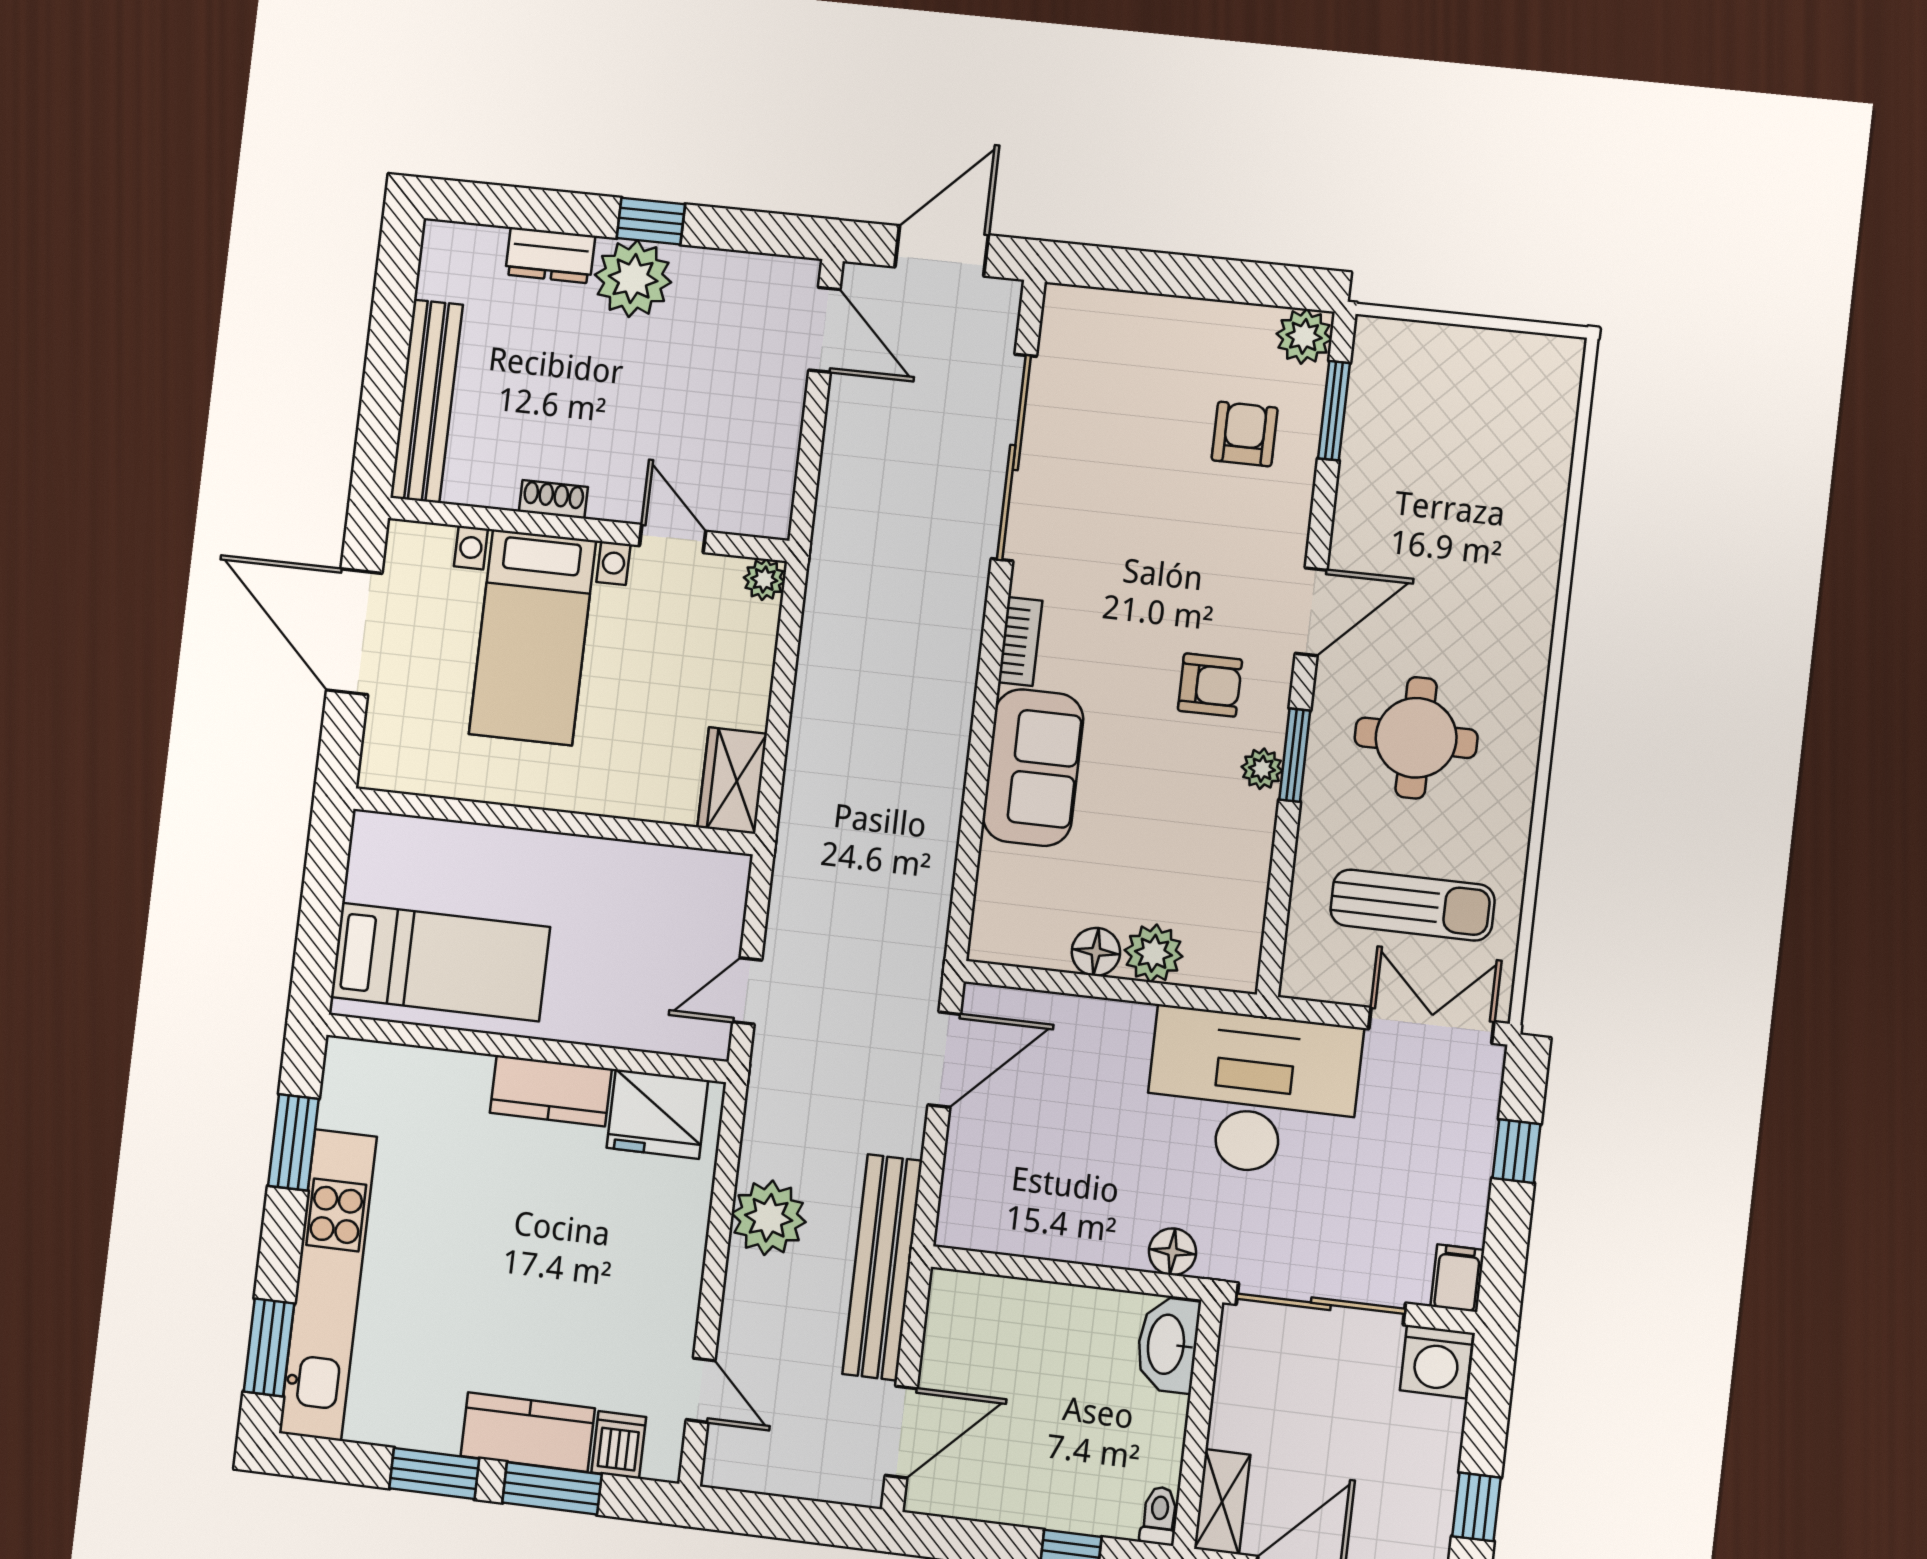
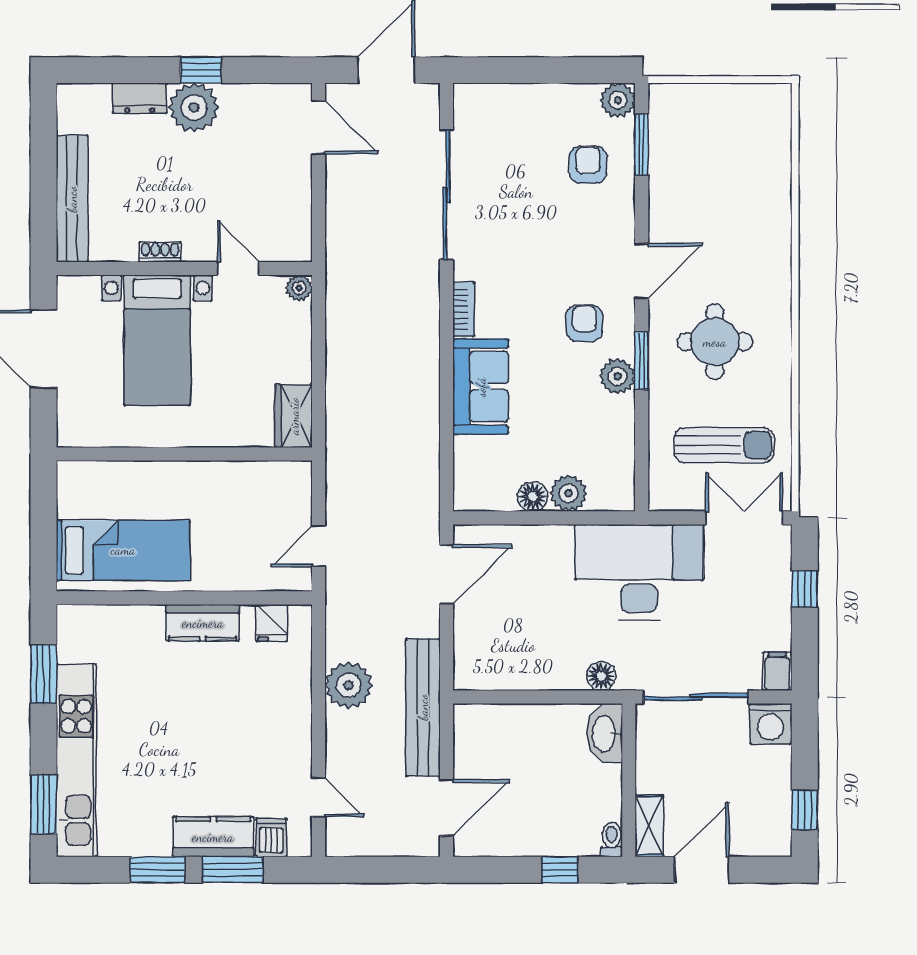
armchair: (1210, 685) -> (584, 323), turned -90
plant: (1262, 769) -> (618, 376), width x1.38, depth x1.38
fridge: (657, 1114) -> (271, 623), width x0.53, depth x0.75

